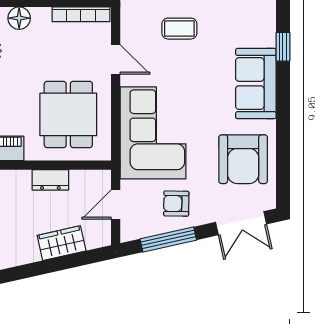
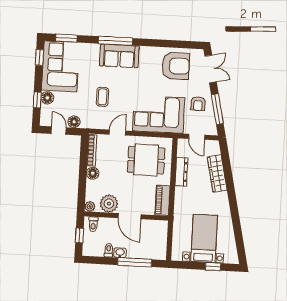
floor lamp: (19, 18) -> (93, 173), moved
window: (283, 47) -> (116, 41), width x2.17
sofa: (256, 84) -> (119, 56), moved
dresser: (50, 180) -> (181, 172), width x1.44
wardrobe: (62, 243) -> (217, 174), width x1.50

